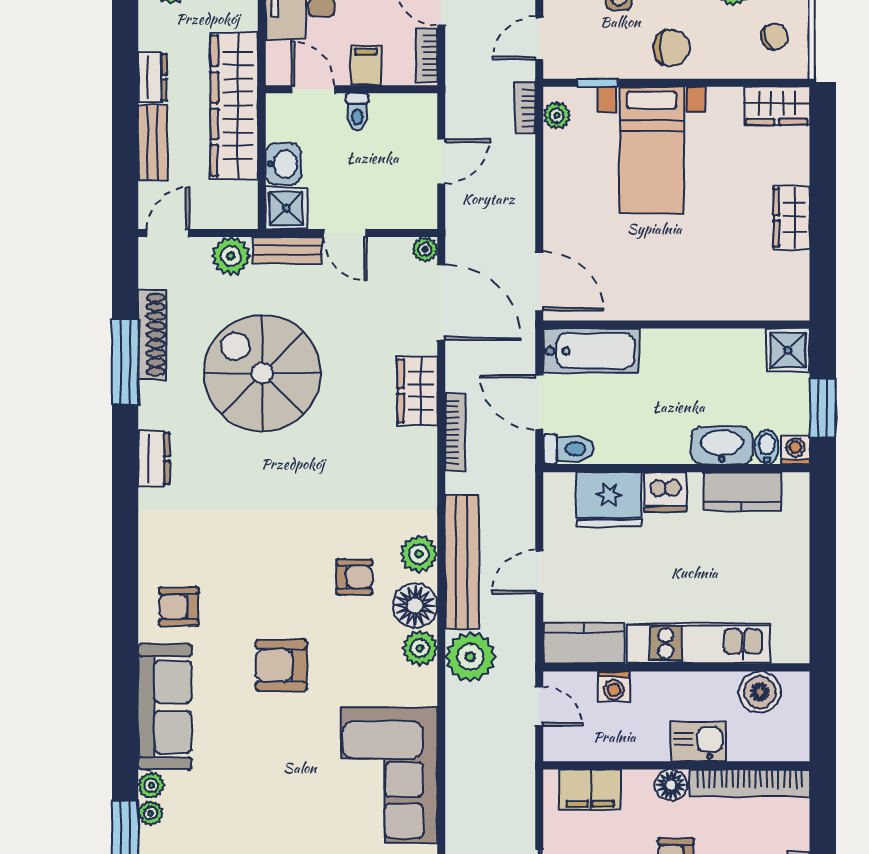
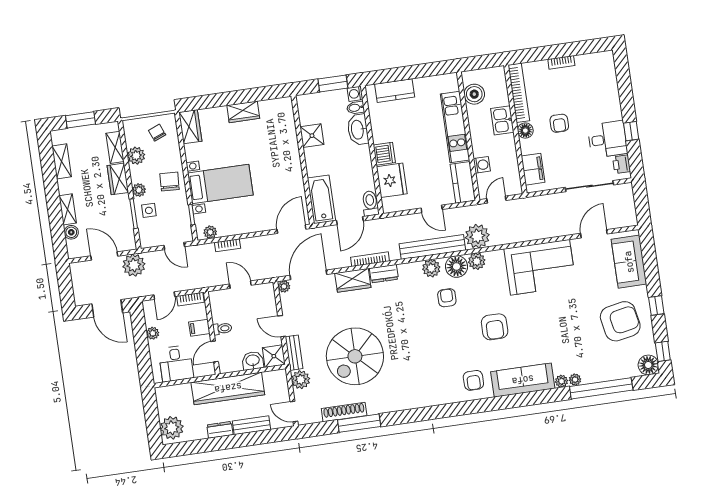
bookcase: (525, 108) -> (228, 245), moved
door: (345, 233) -> (282, 326), swing flipped
shower: (788, 350) -> (312, 136), moved
dresser: (154, 459) -> (384, 274), moved, turned 180
kitchen counter: (742, 491) -> (395, 91), moved, turned 90

